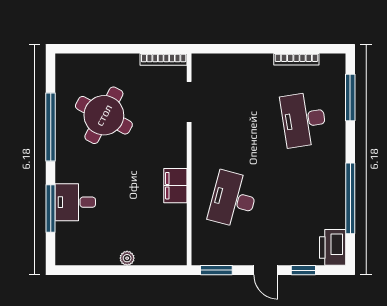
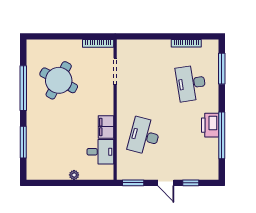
desk: (75, 202) -> (100, 152), moved, turned 180
printer: (333, 247) -> (210, 125), moved

